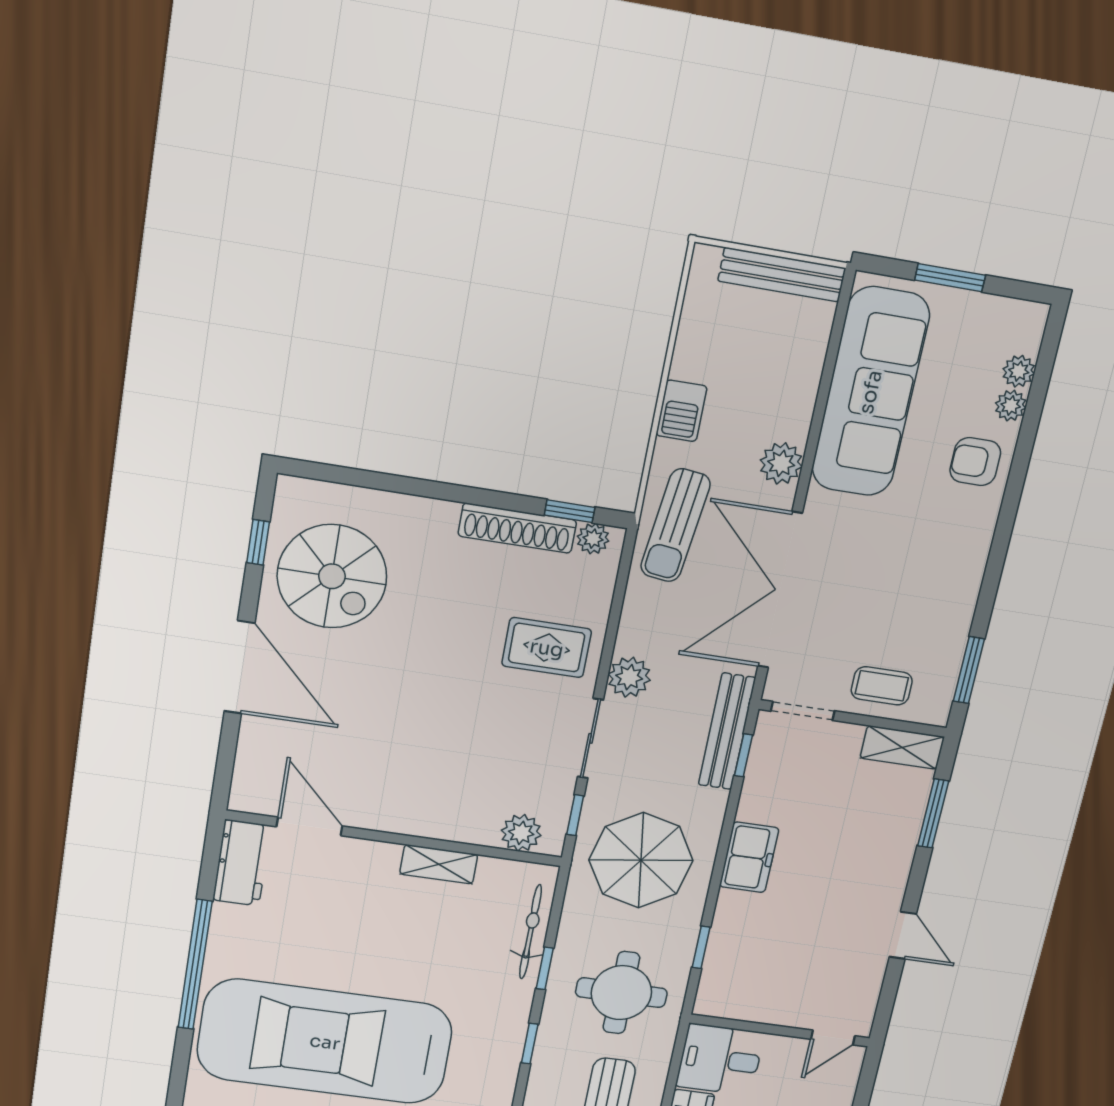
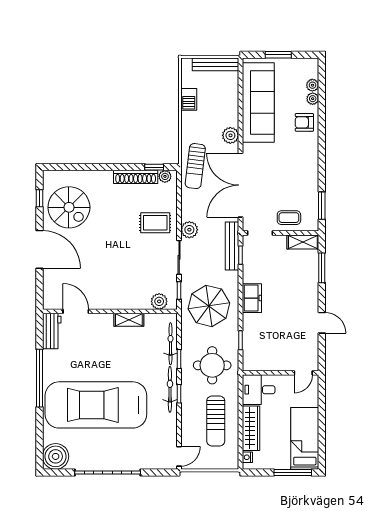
barbecue: (681, 411) -> (189, 99), moved
bicycle: (510, 1031) -> (170, 389), added

